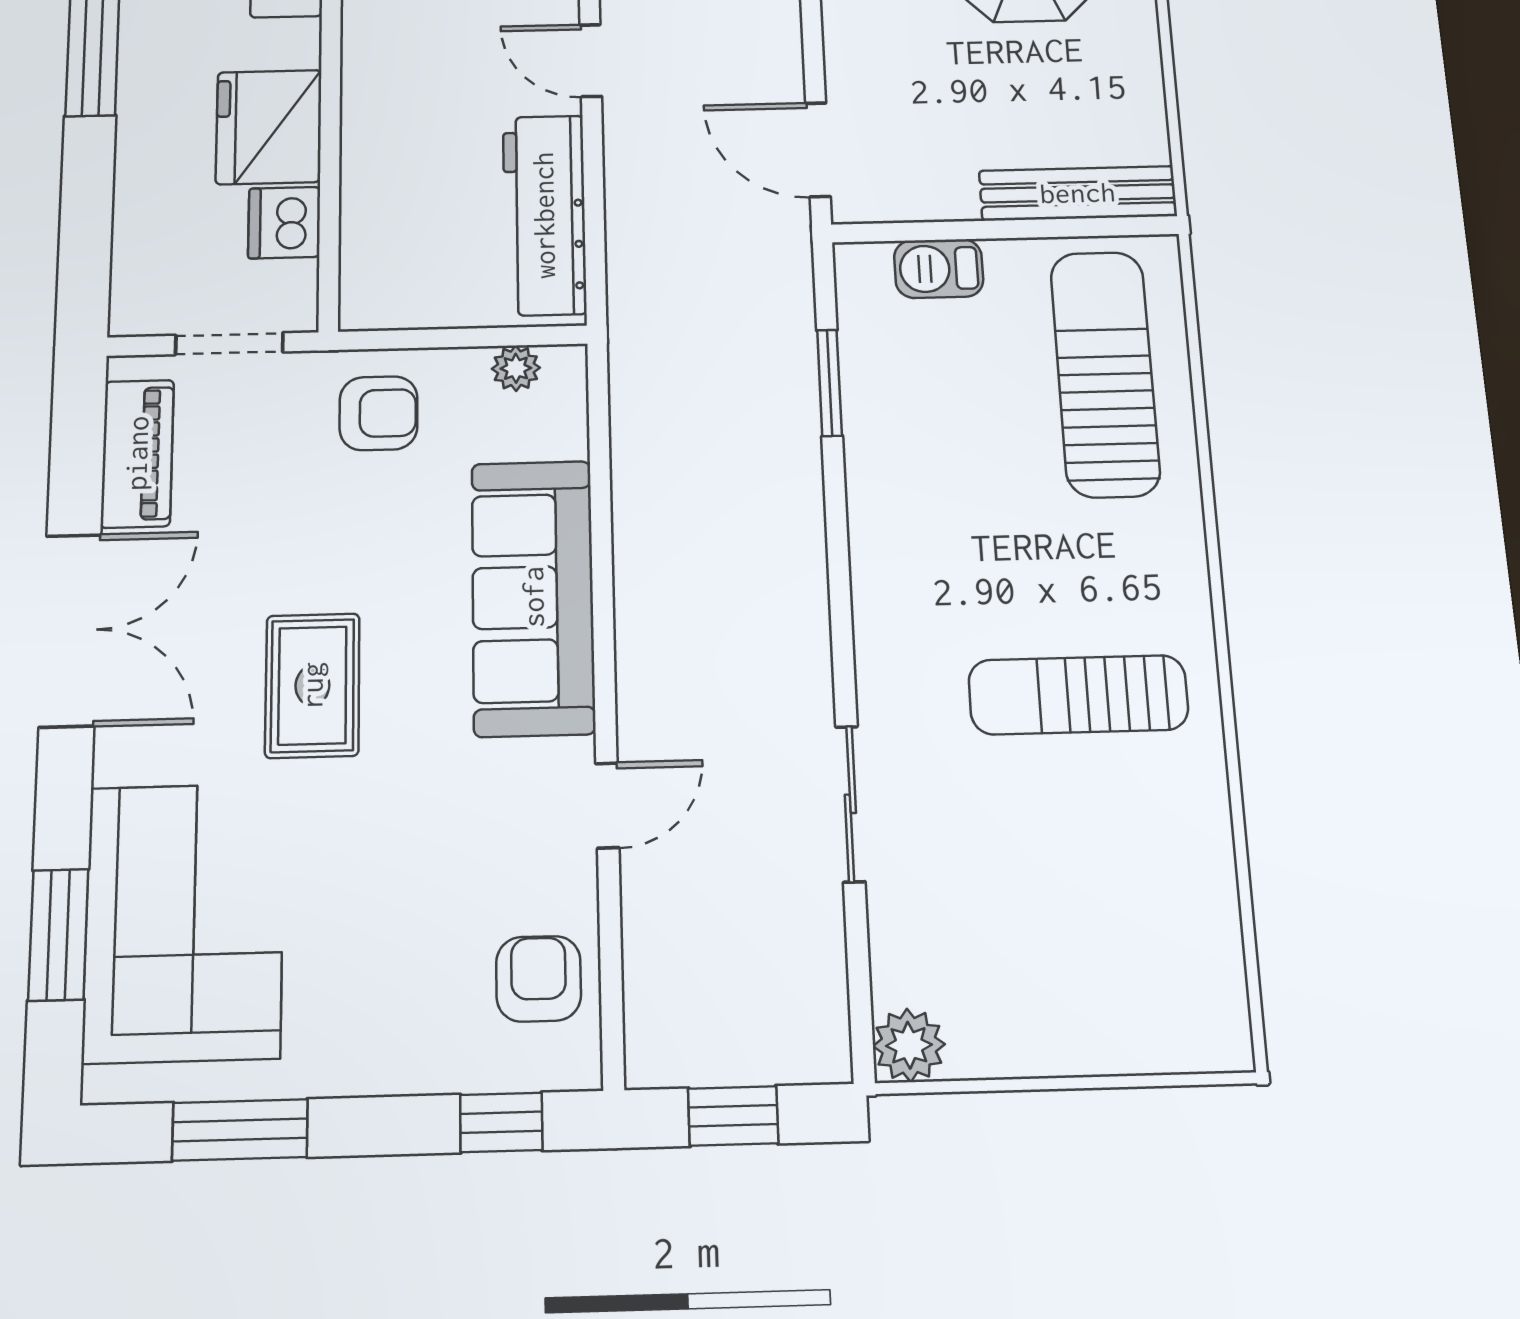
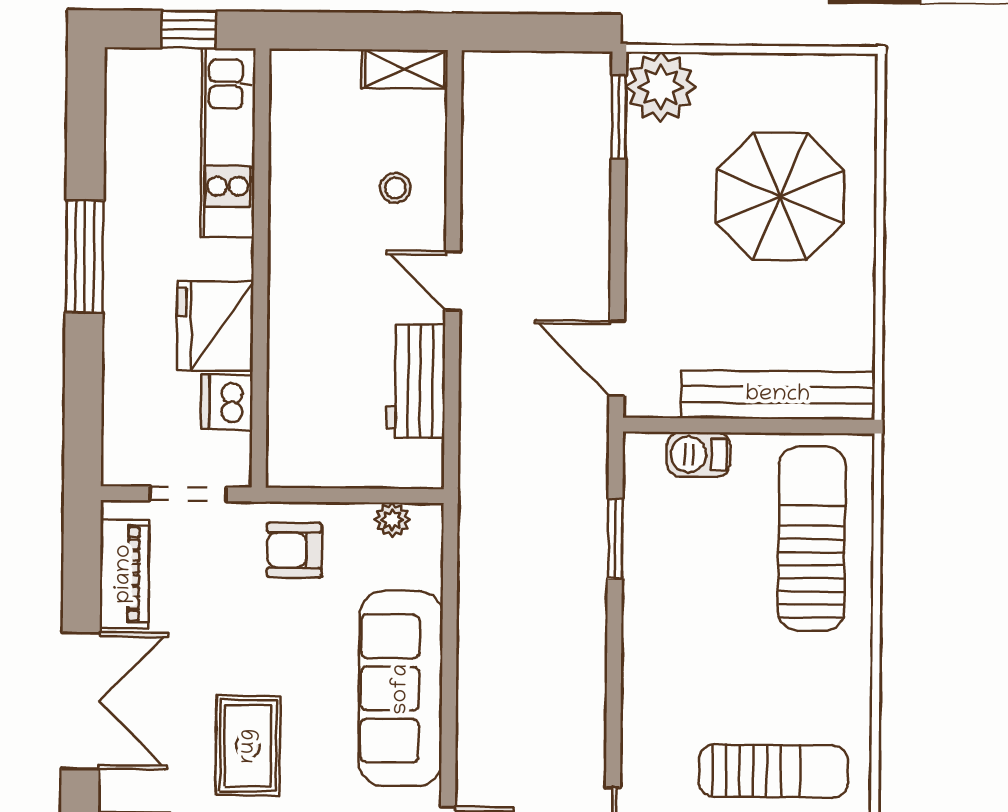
bench: (1078, 193) -> (778, 395), width x1.37, depth x1.21
workbench: (544, 215) -> (416, 381), width x0.73
armchair: (378, 413) -> (294, 550), turned 180
sun lounger: (1078, 695) -> (773, 771), turned 180

